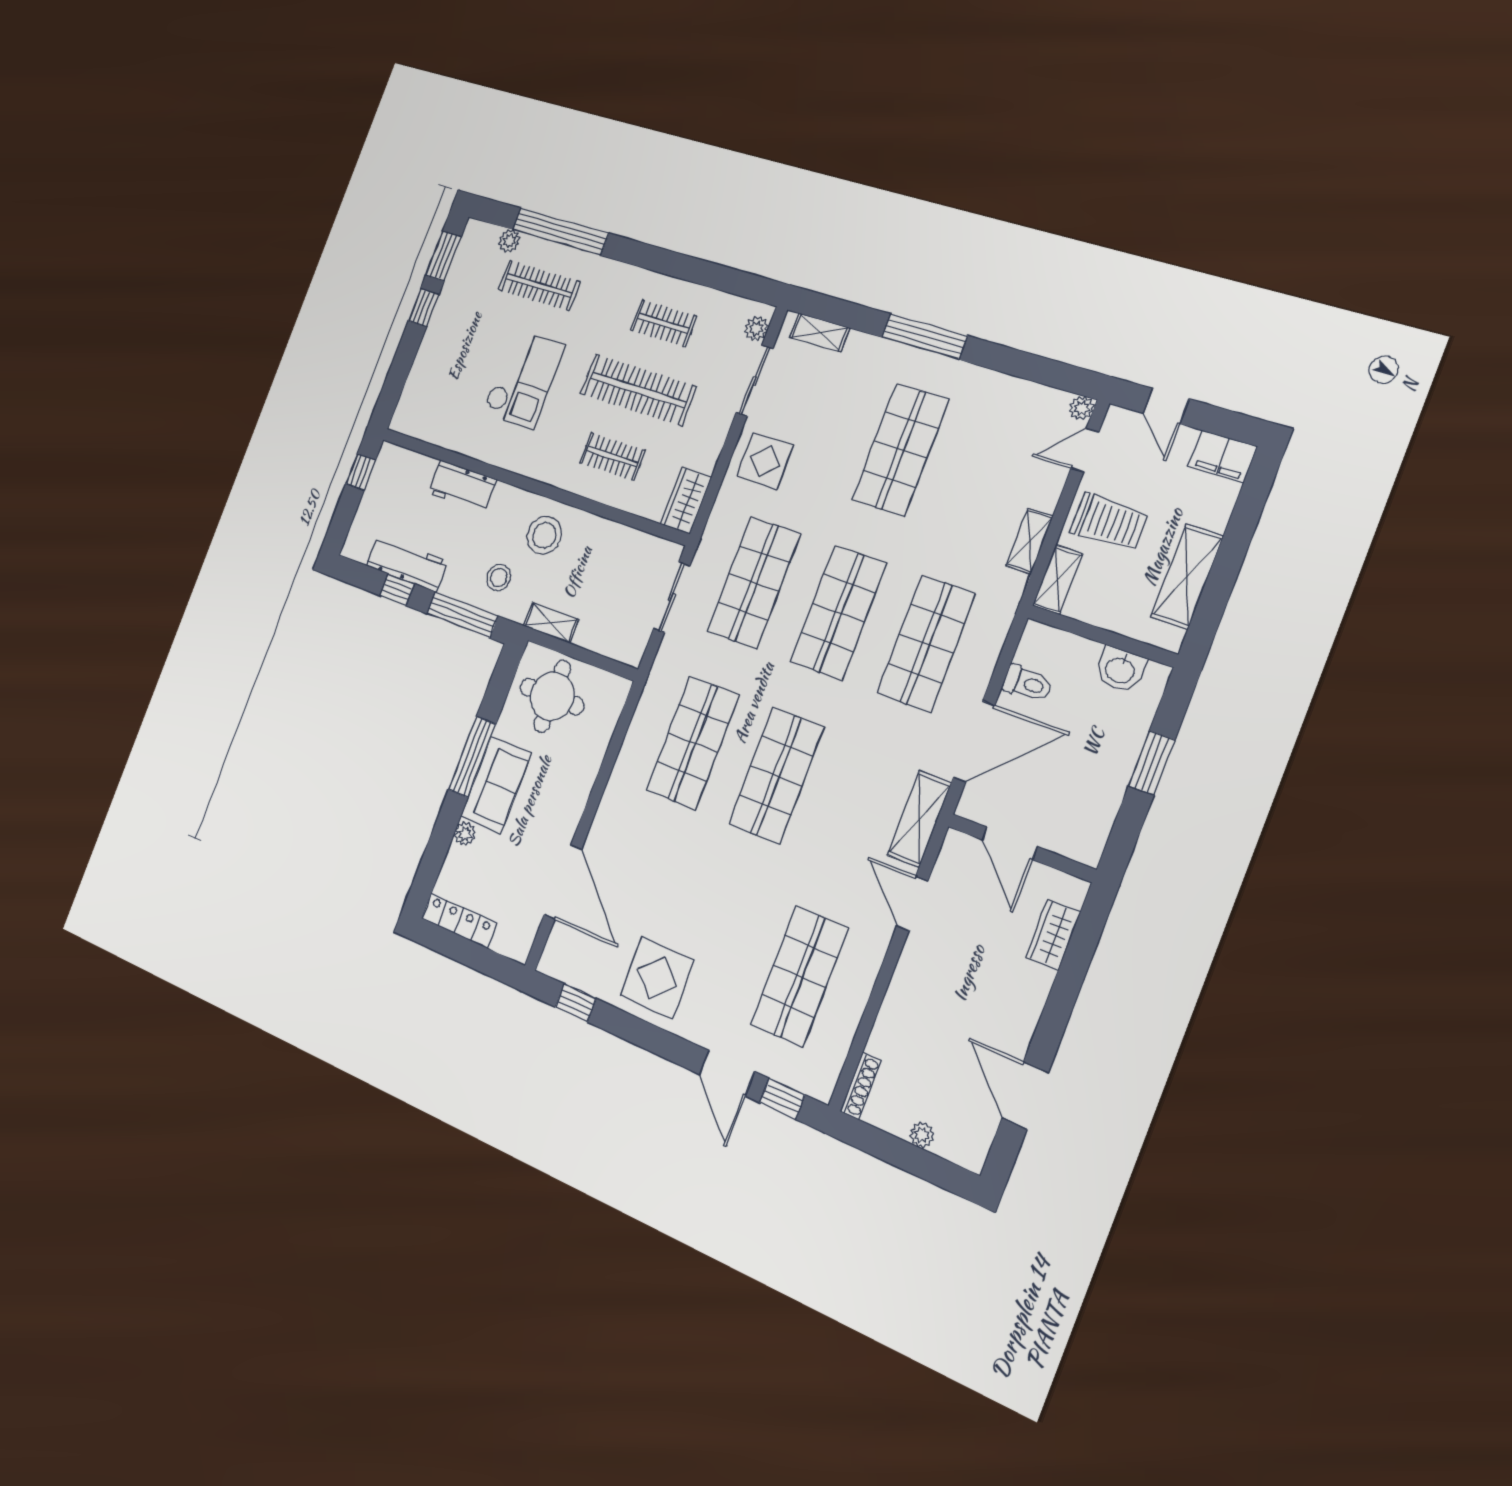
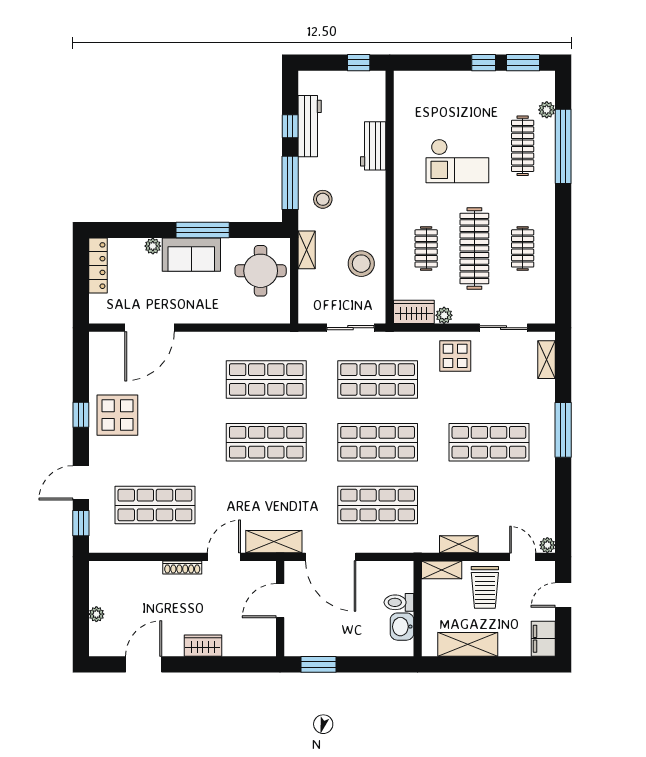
plant: (756, 329) -> (444, 315), moved
stool: (544, 535) -> (361, 264), moved
toilet: (1027, 684) -> (399, 602), moved, turned 90
window: (1152, 763) -> (319, 664), moved
wardrobe: (1053, 935) -> (203, 646), moved
window: (576, 1003) -> (81, 415), moved
shoe rack: (861, 1086) -> (182, 567), moved

